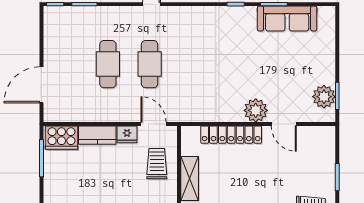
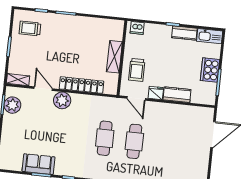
sofa: (287, 19) -> (38, 164), width x0.73
cafe table: (108, 64) -> (105, 138), moved
shelving: (320, 133) -> (18, 80), added
cooker: (61, 138) -> (210, 70), moved, turned -90

